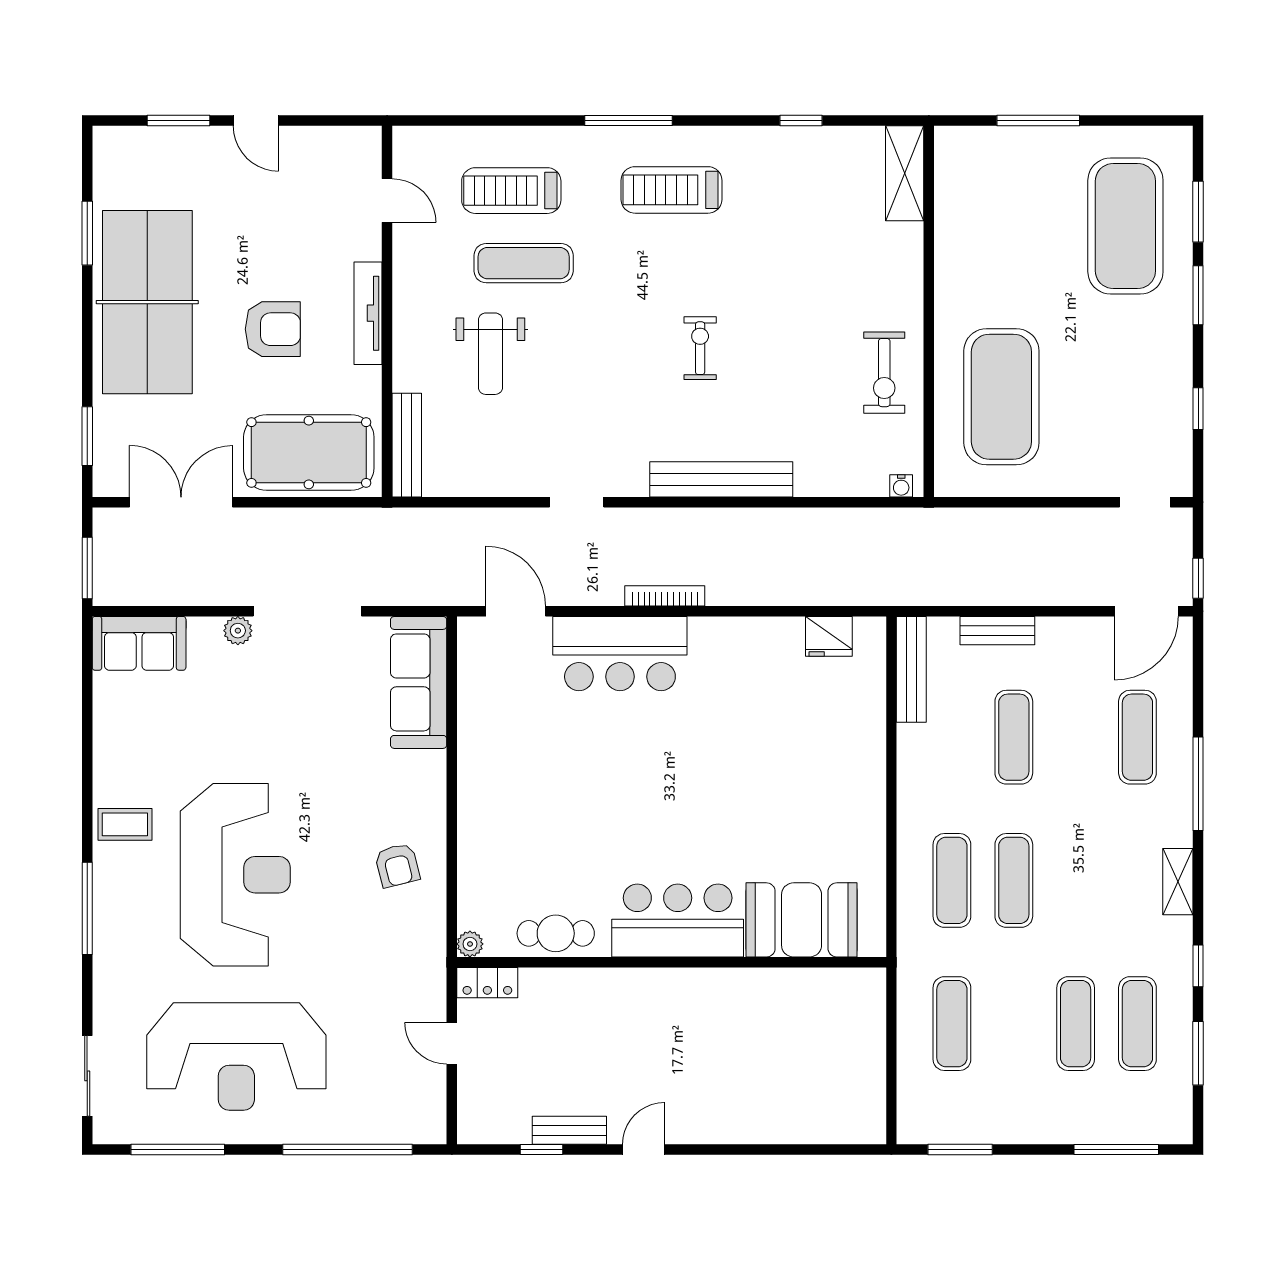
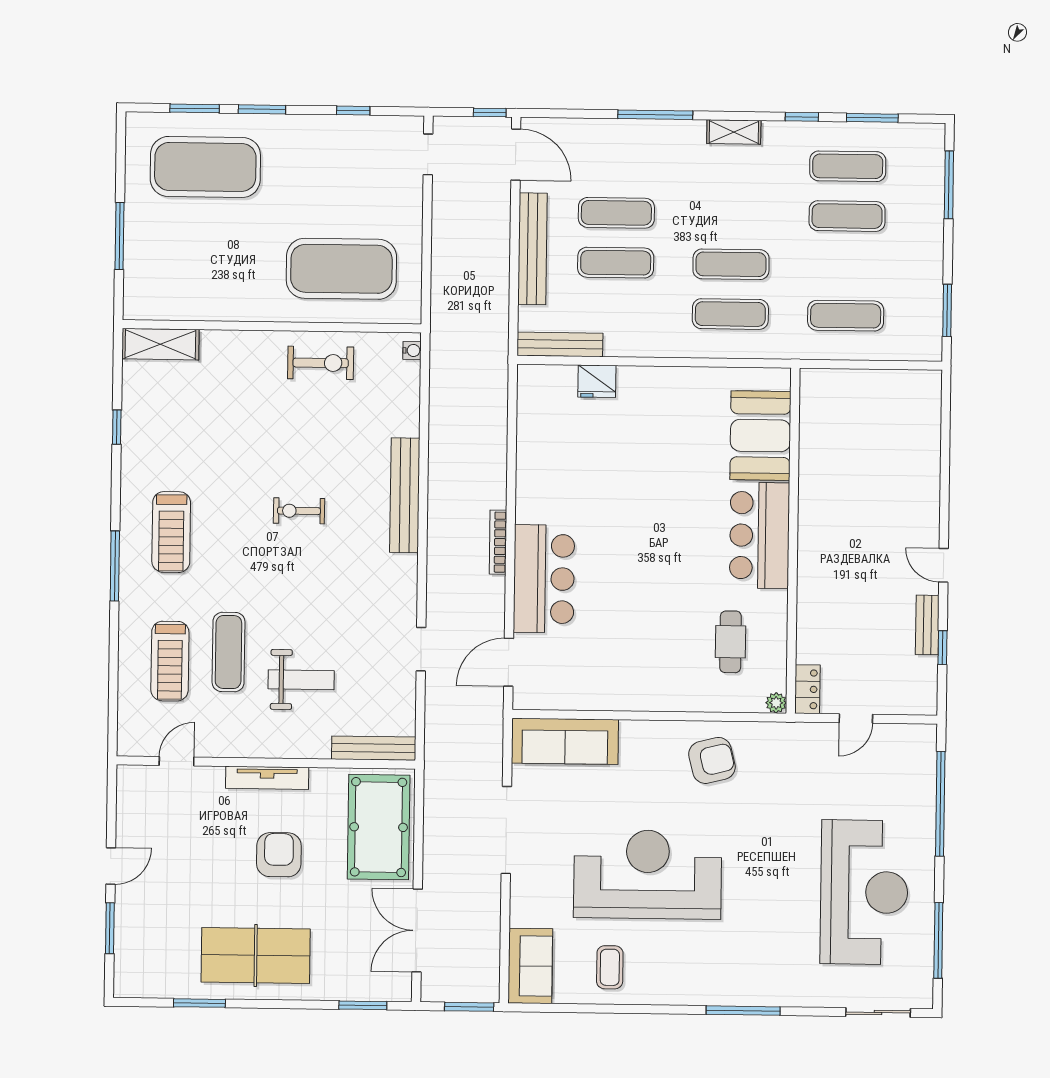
table tennis table: (147, 302) -> (256, 955), width x0.73, depth x0.76
doorway: (577, 502) -> (421, 649), moved
plant: (238, 631) -> (521, 886), removed
bench: (997, 631) -> (532, 249), width x1.86, depth x1.21
fridge: (829, 636) -> (597, 381), moved, turned 90
exercise mat: (1137, 737) -> (616, 213), moved
coffee table: (125, 824) -> (610, 967), moved
armchair: (397, 865) -> (712, 760), width x1.38, depth x1.38
reception desk: (235, 875) -> (648, 874), moved
cafe table: (556, 933) -> (731, 642), moved

